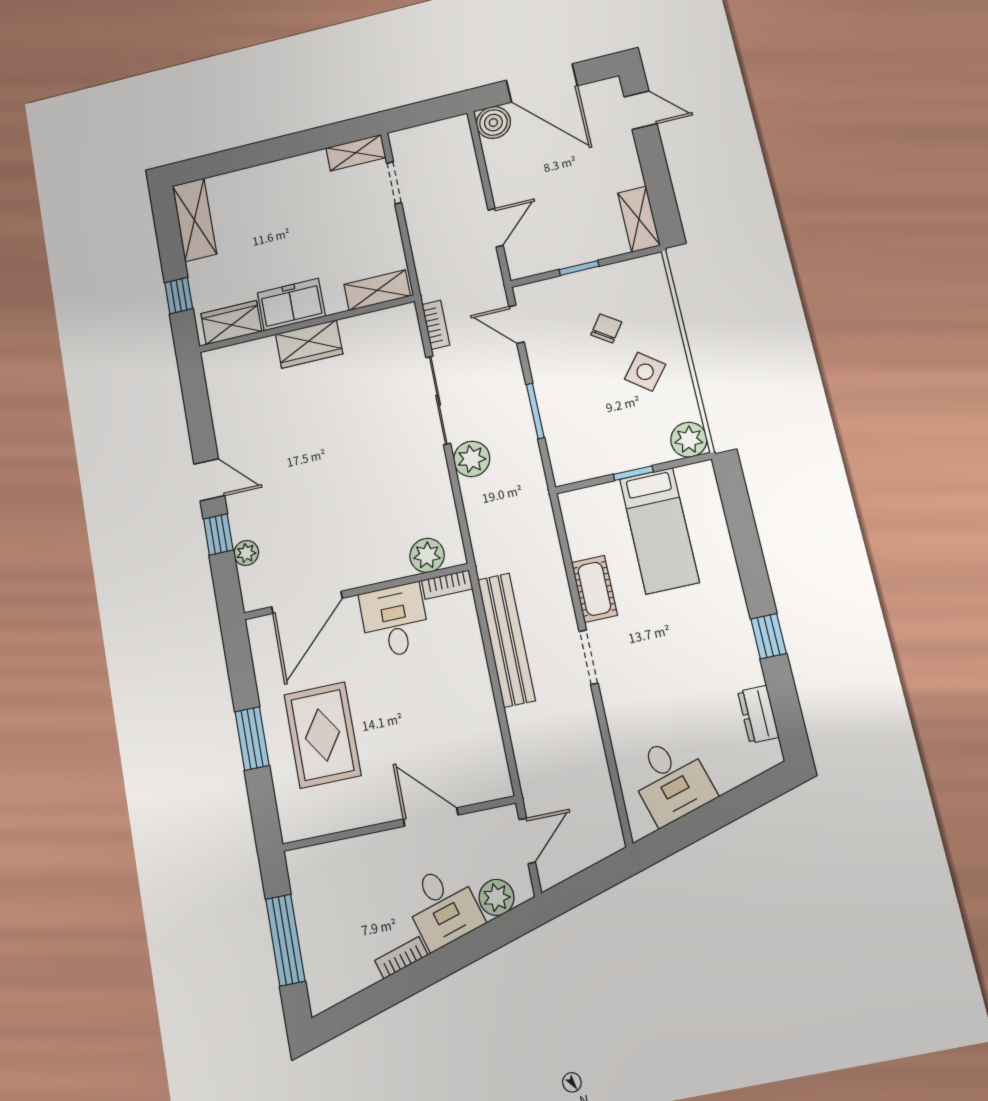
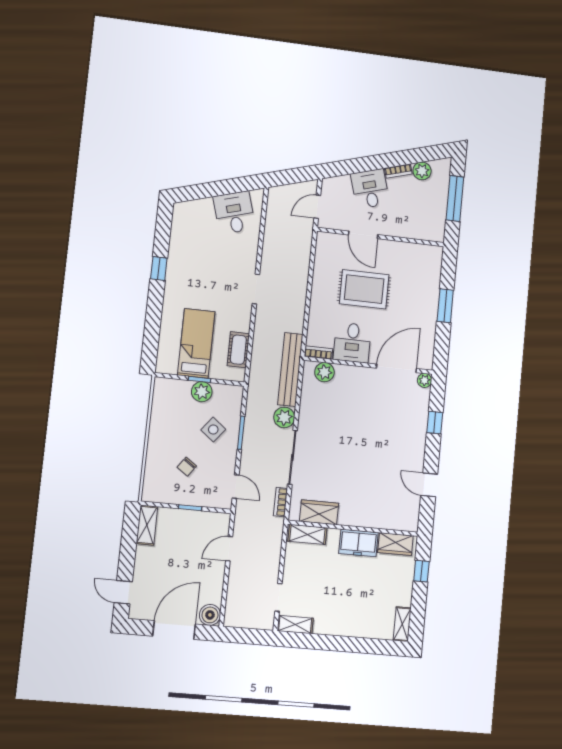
door: (542, 83) -> (174, 630), hinge flipped
shelving: (194, 220) -> (402, 624), width x0.67, depth x0.75
wardrobe: (309, 344) -> (319, 512), moved
side table: (645, 372) -> (213, 430), moved
plant: (689, 440) -> (202, 392), moved
door: (209, 480) -> (429, 485), moved
plant: (246, 553) -> (425, 380), moved
cot: (594, 589) -> (238, 350), moved
bench: (506, 640) -> (290, 369), moved
dresser: (758, 714) -> (178, 231), removed
rug: (322, 735) -> (364, 289), moved, turned 90
plant: (497, 897) -> (422, 171), moved

